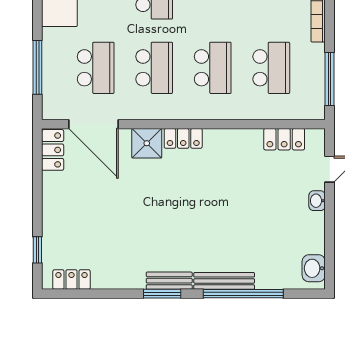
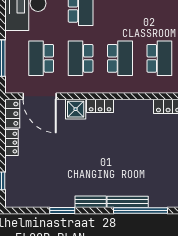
school desk: (96, 68) -> (41, 58), turned 180
school desk: (154, 68) -> (81, 58), turned 180
locker: (71, 280) -> (11, 143), moved, turned 90
window: (162, 294) -> (62, 210), moved

